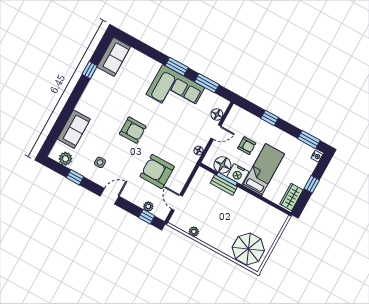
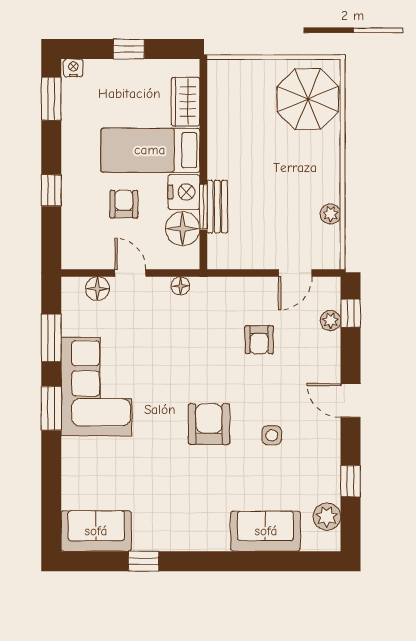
side table: (100, 162) -> (272, 435), moved
armchair: (157, 171) -> (259, 340), width x0.53, depth x0.53
wardrobe: (291, 197) -> (186, 102), moved, turned 90

